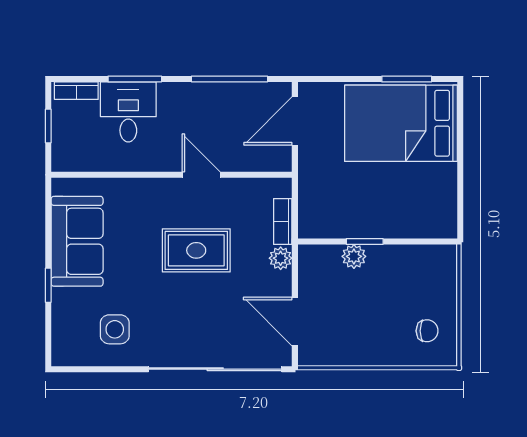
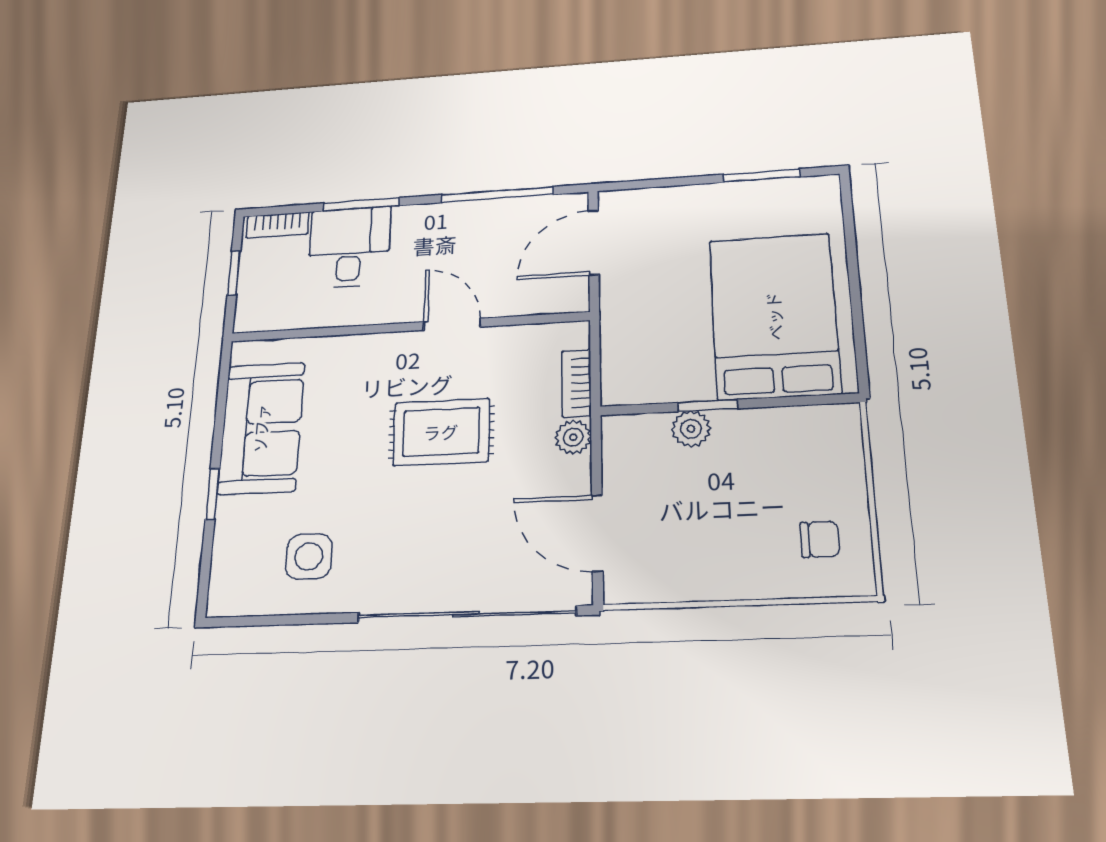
bed: (401, 123) -> (774, 316), moved, turned 90

